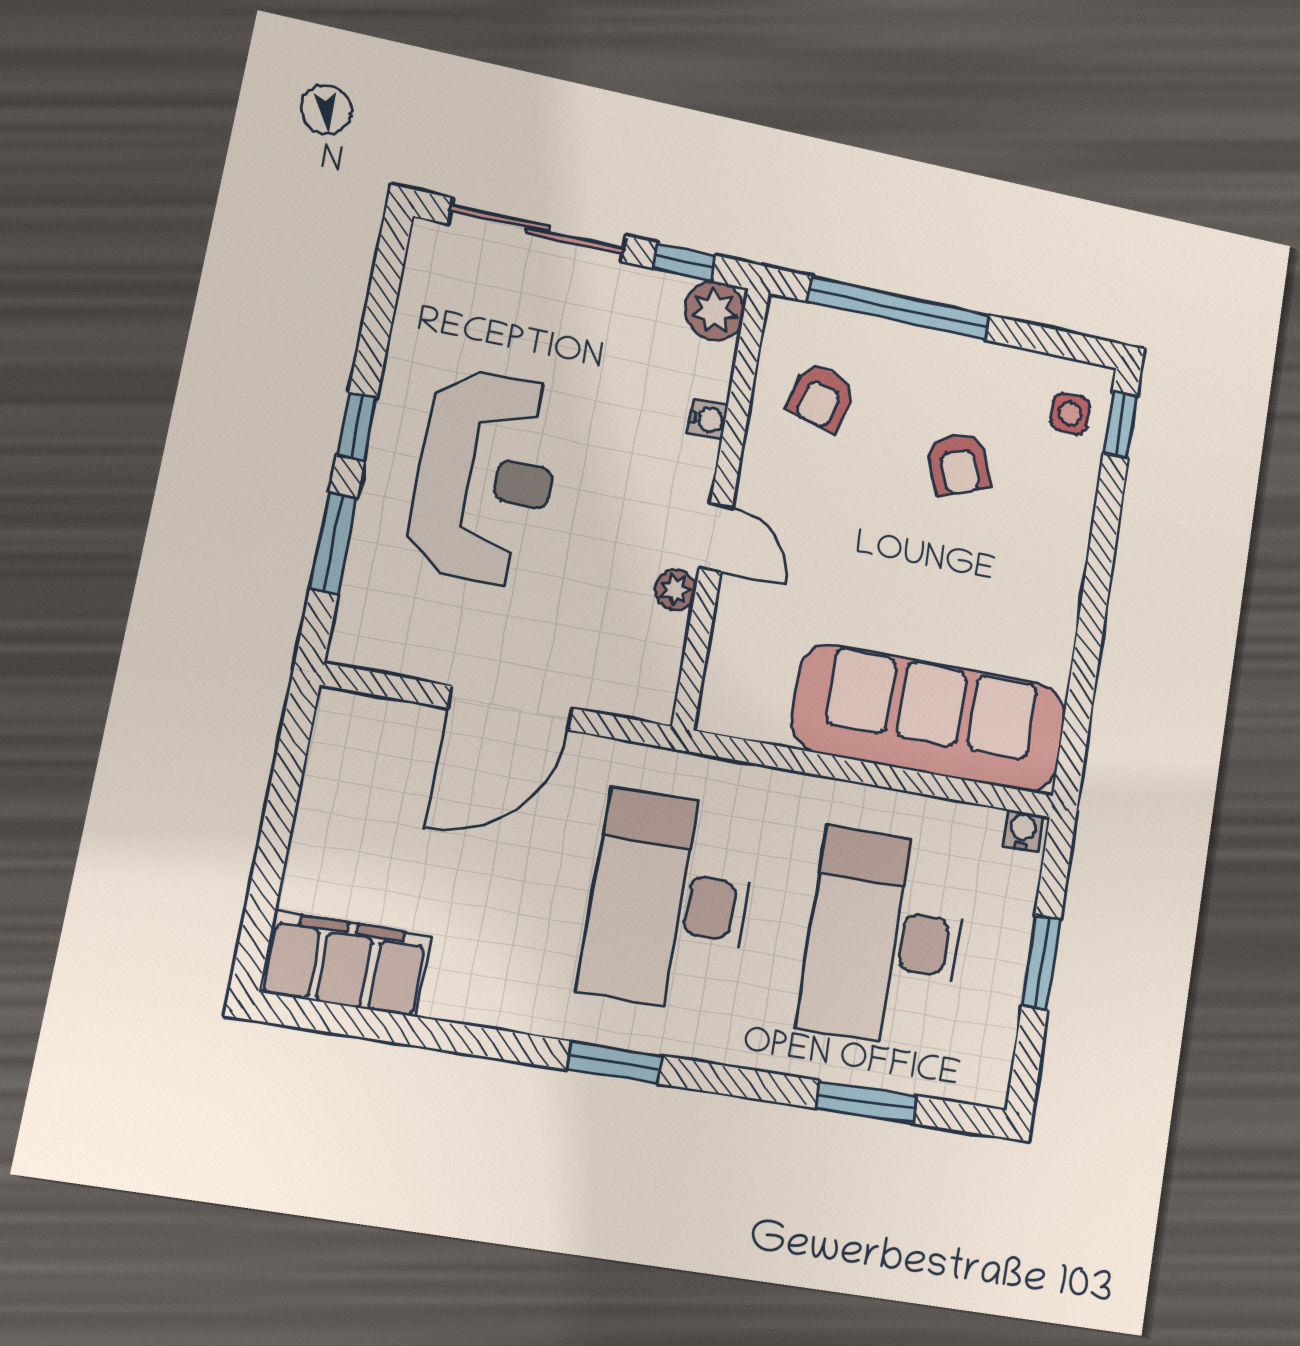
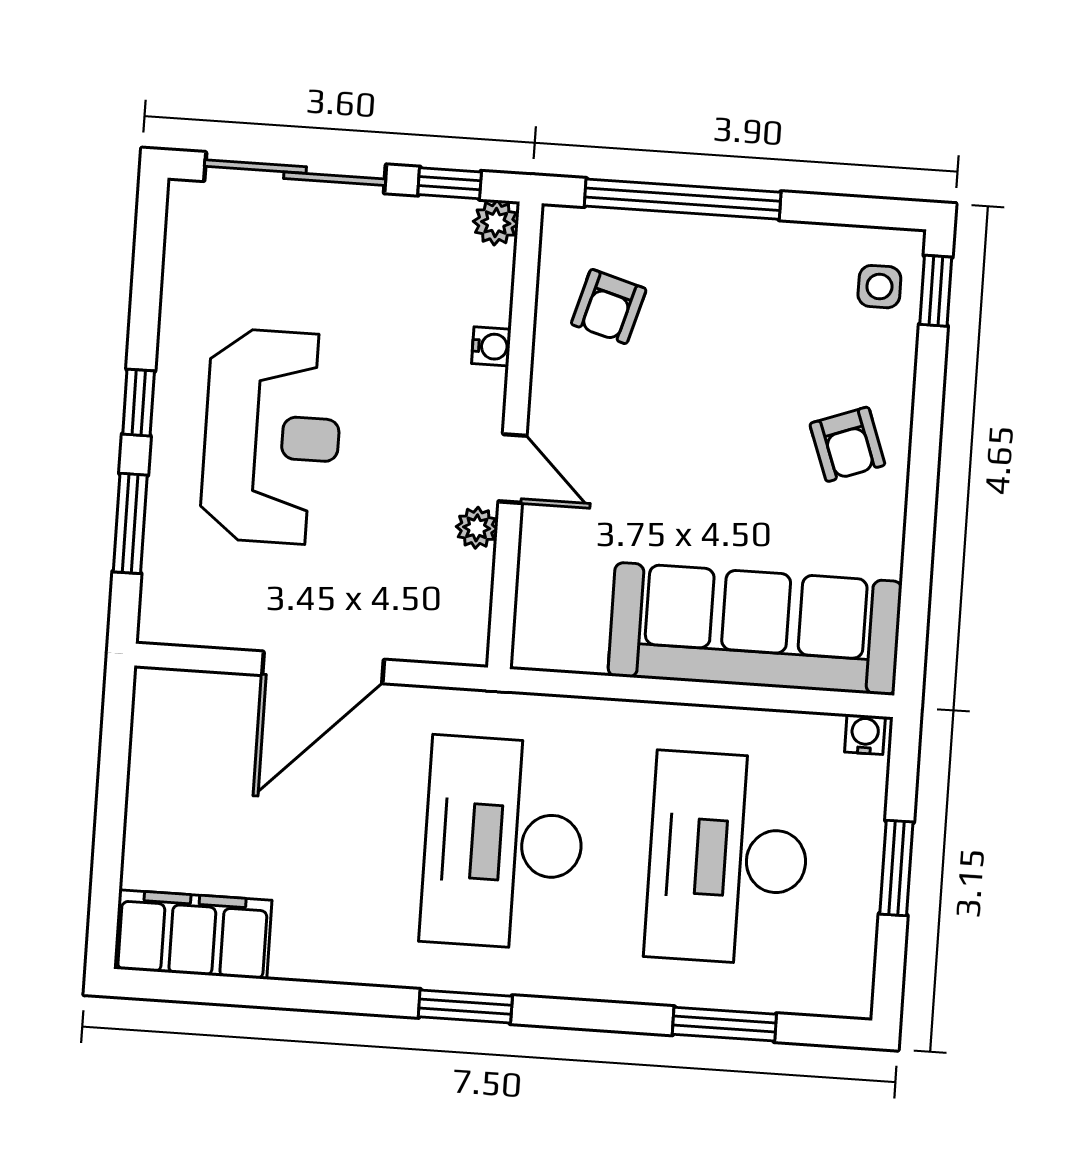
plant: (715, 311) -> (496, 223), width x0.73, depth x0.73
armchair: (959, 464) -> (847, 444), moved

